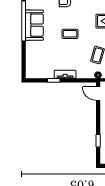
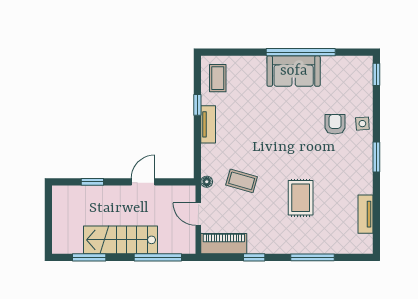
coffee table: (70, 34) -> (218, 78), moved
door: (98, 94) -> (143, 182), moved

